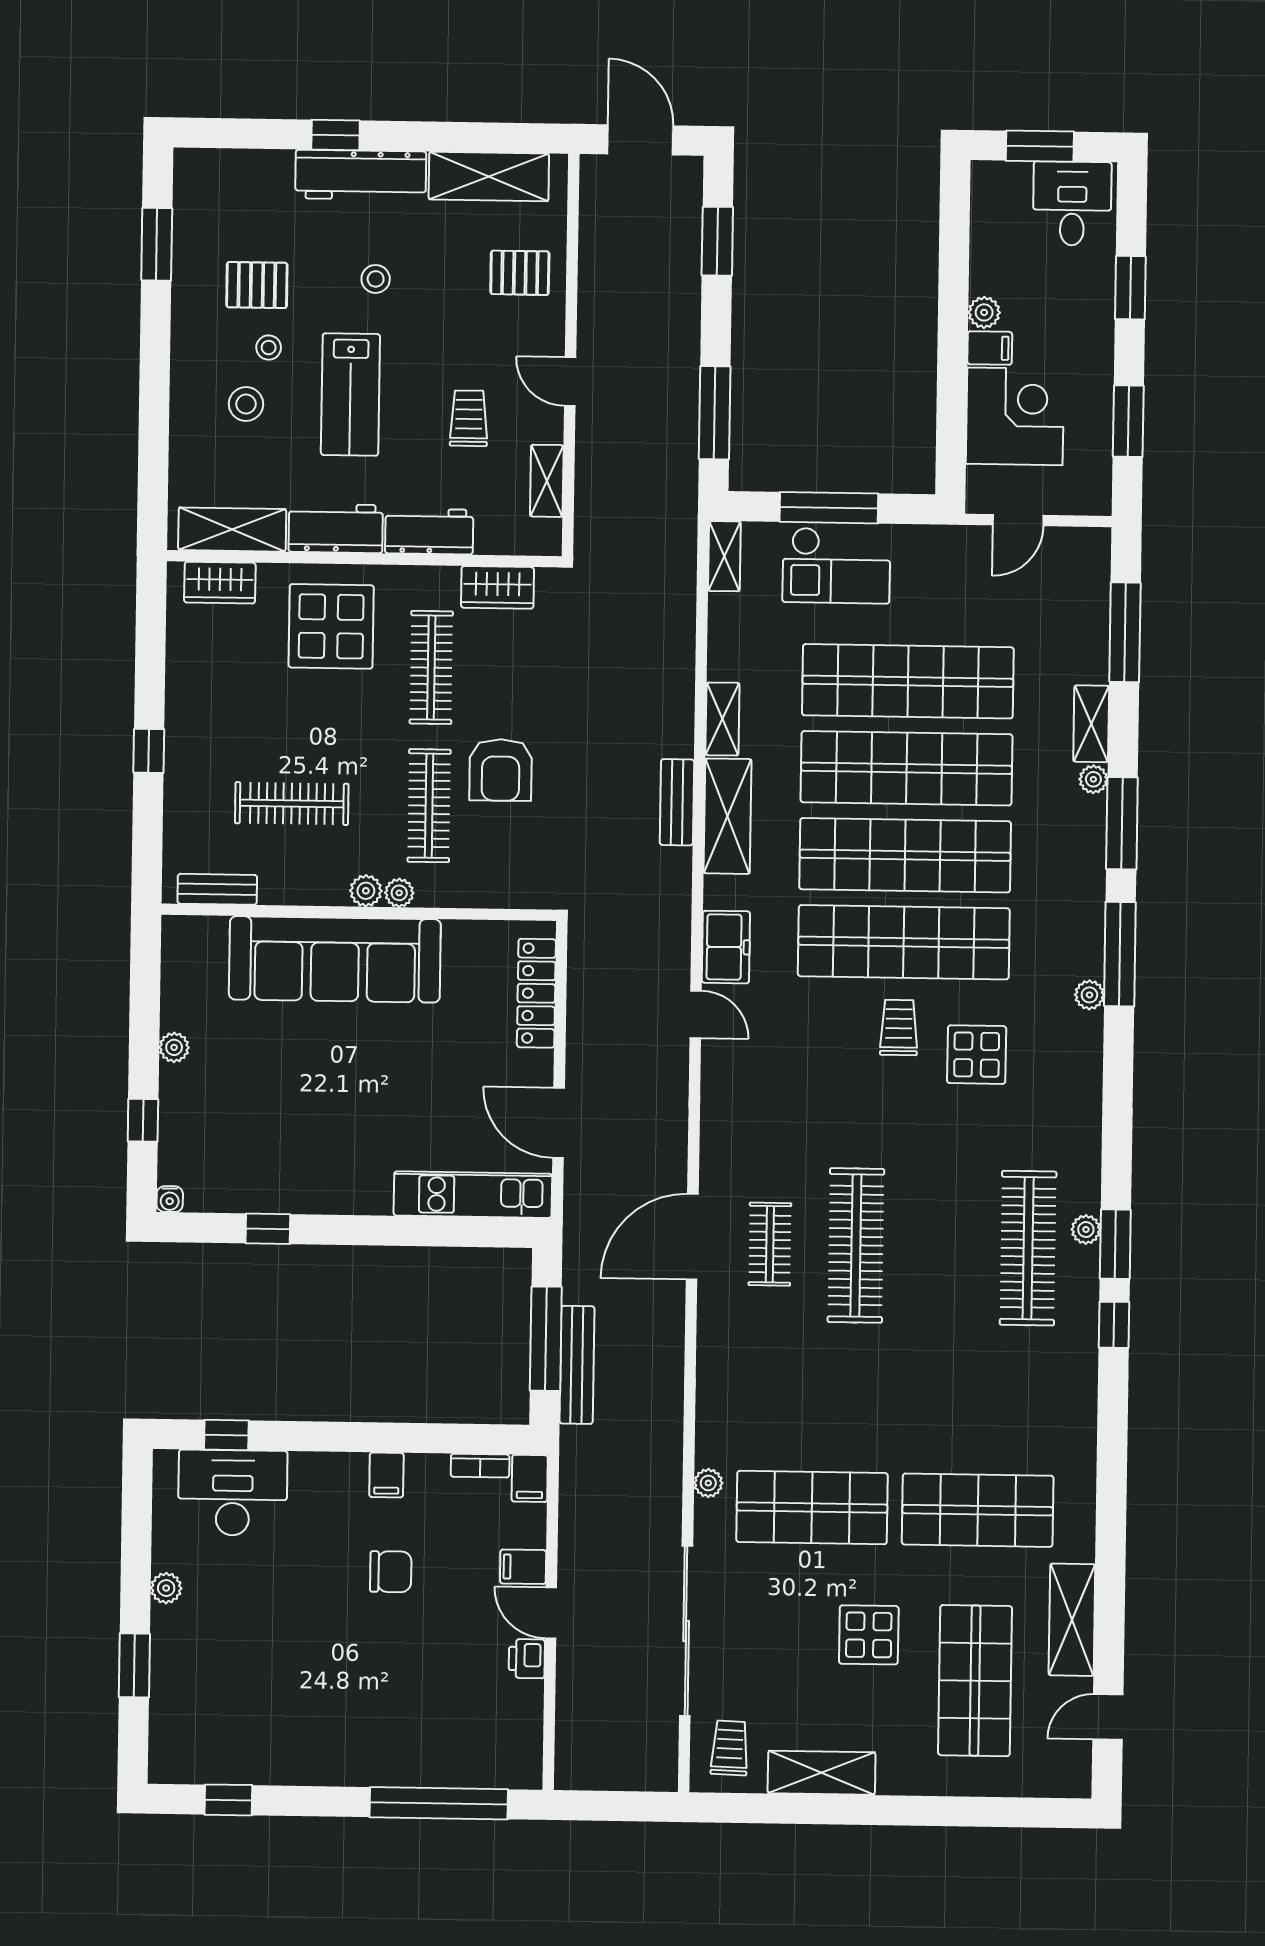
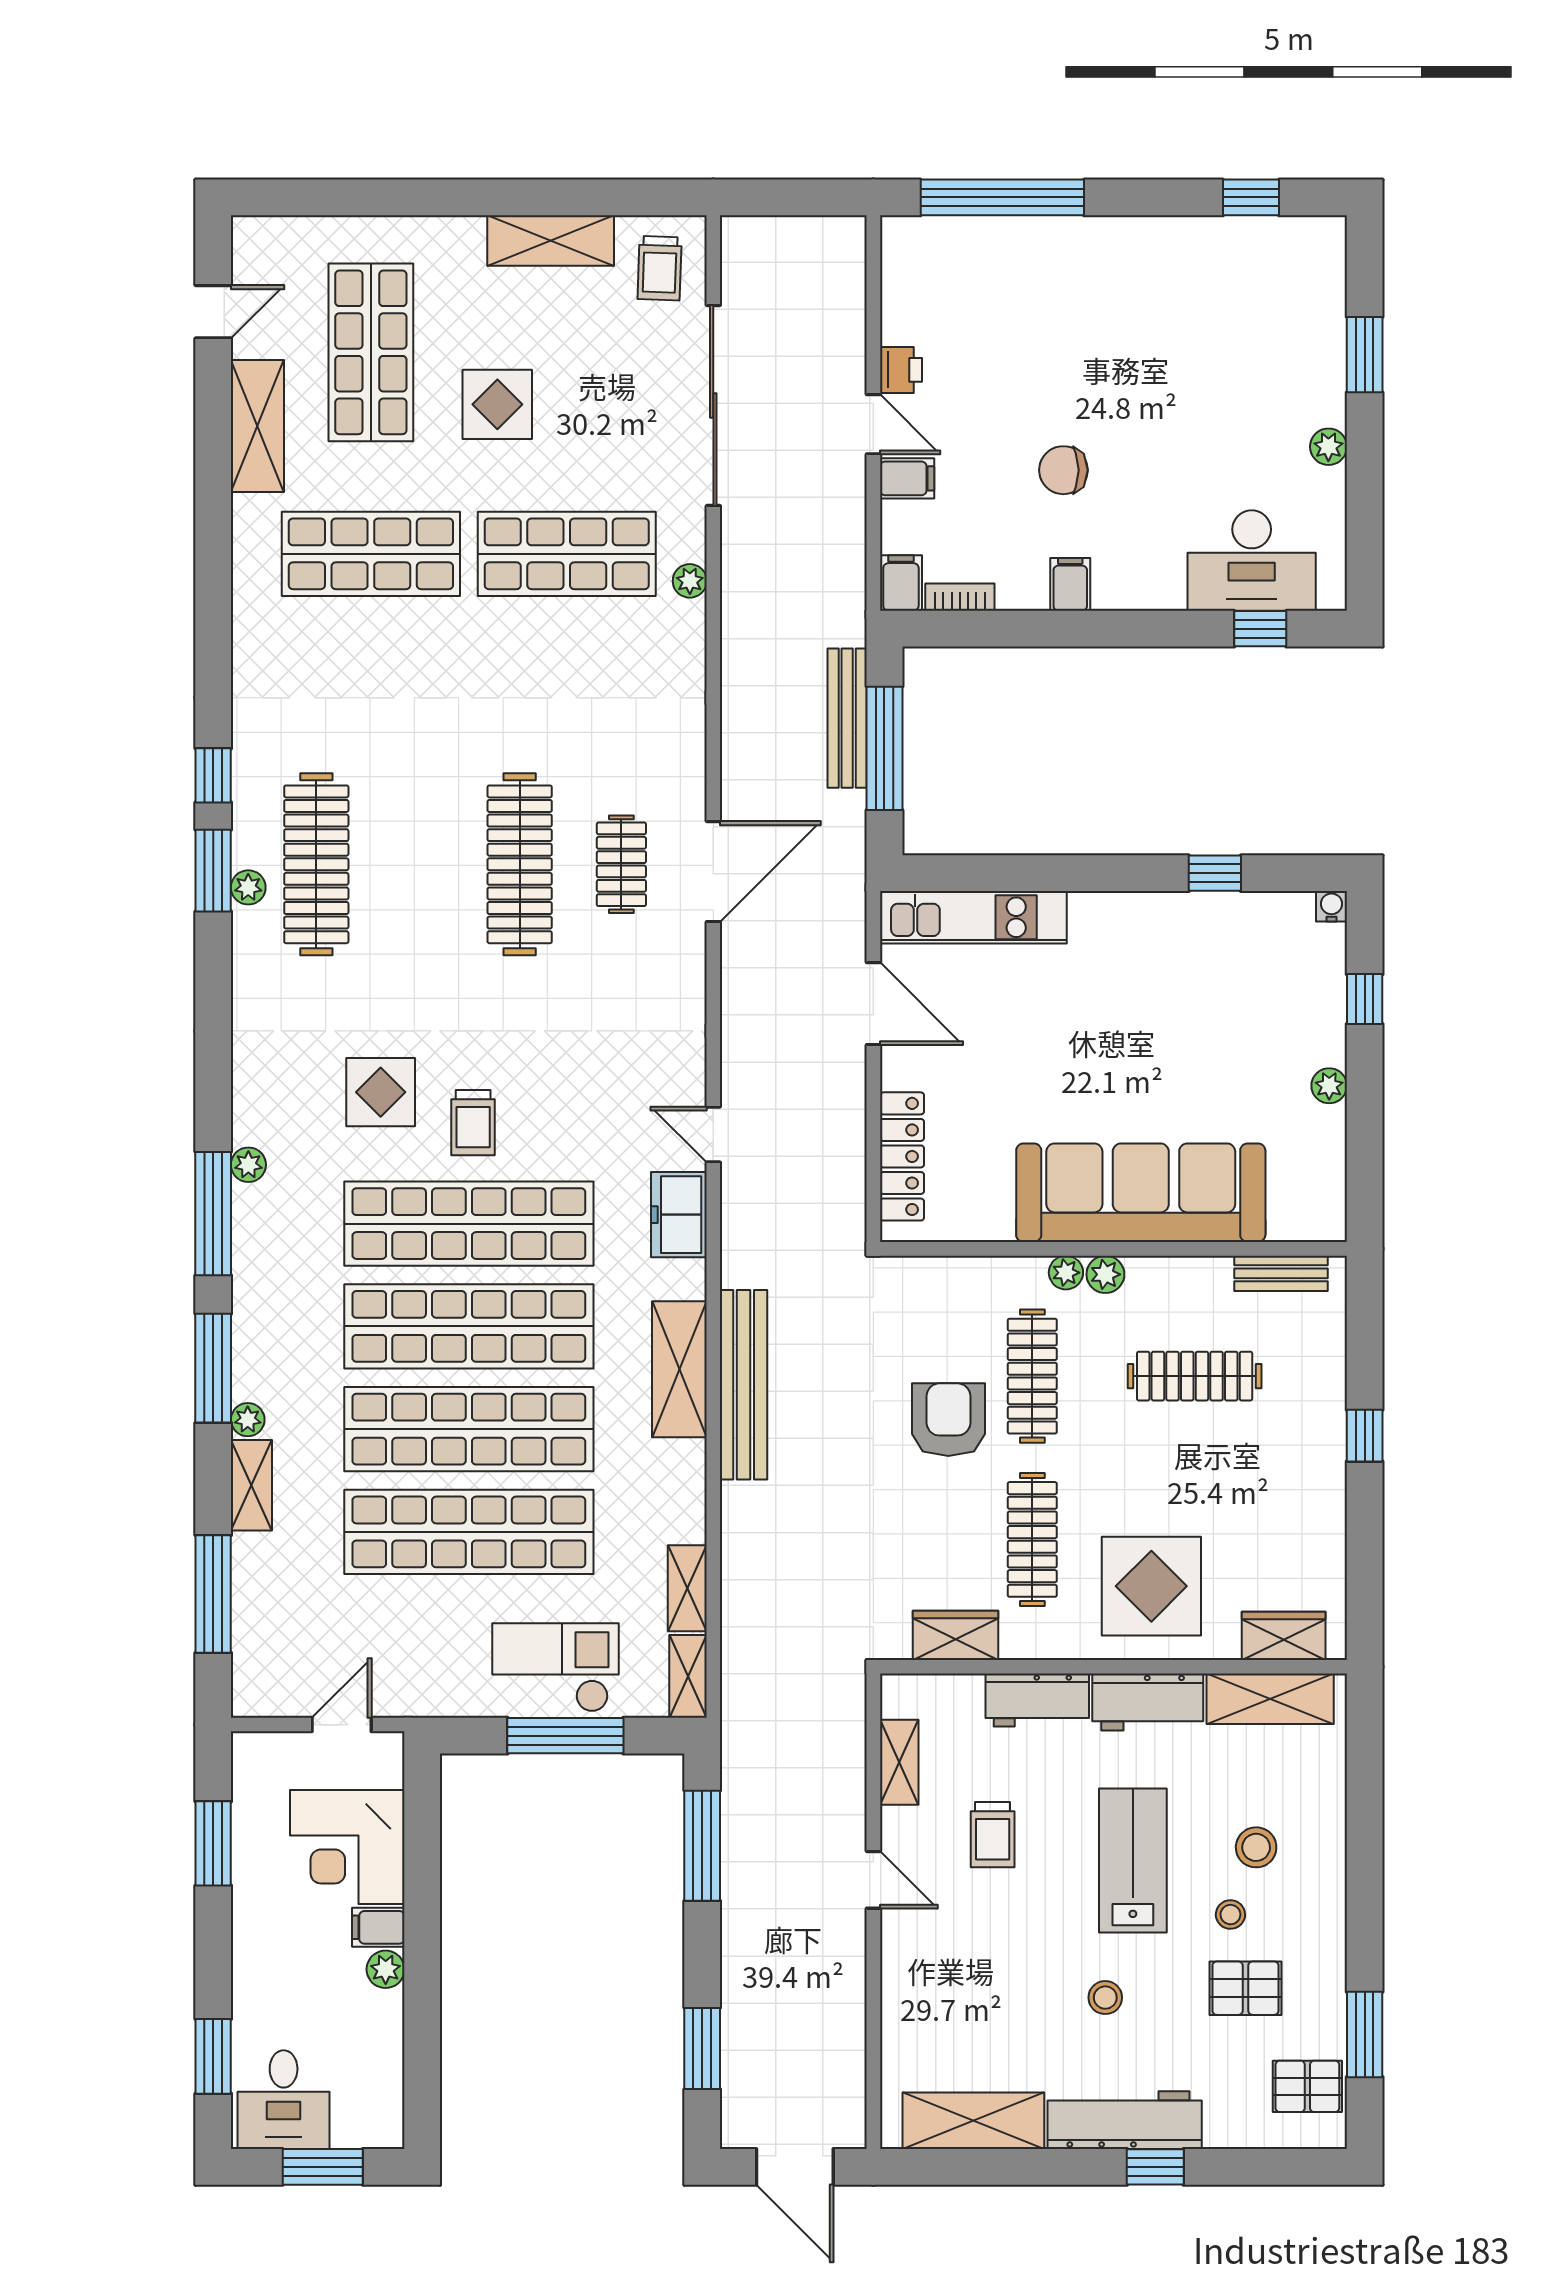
pallet: (520, 273) -> (1307, 2086), moved
window: (1130, 288) -> (213, 2056), moved
shelving: (722, 719) -> (687, 1588), moved
bench: (677, 802) -> (744, 1385), width x1.86, depth x1.21

